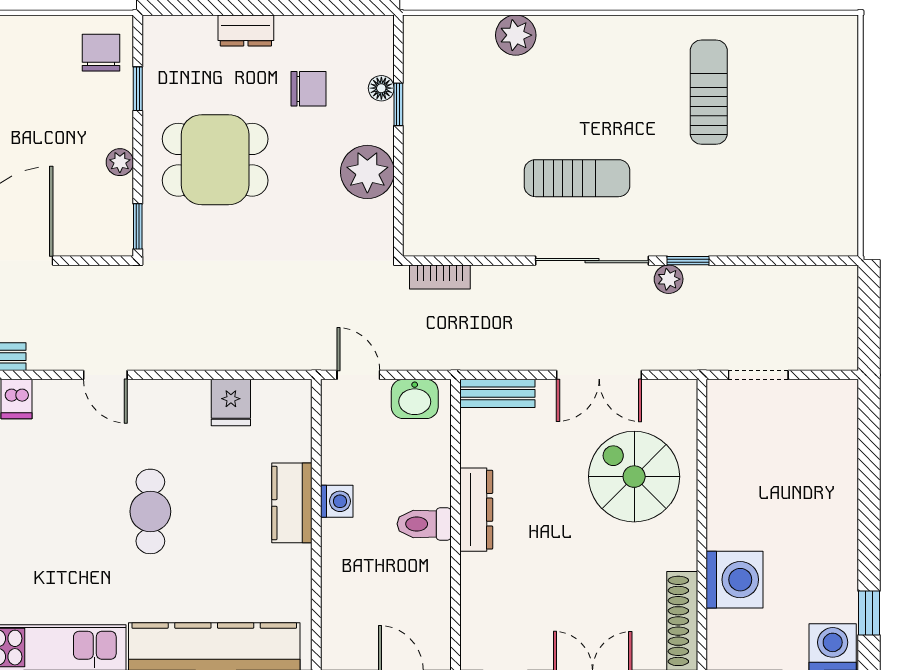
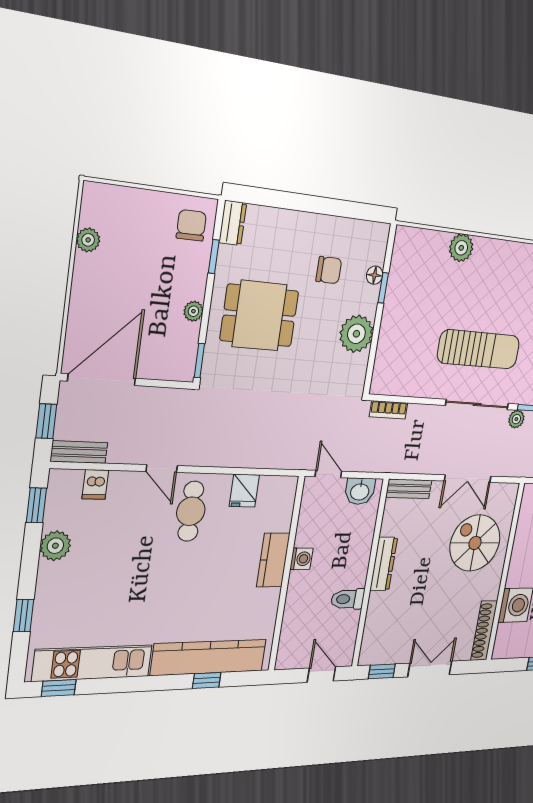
dresser: (246, 31) -> (233, 223), moved, turned -90
sun lounger: (577, 178) -> (479, 349), width x1.36, depth x1.34
cafe table: (150, 511) -> (191, 511), moved
toilet: (424, 524) -> (348, 599), moved

